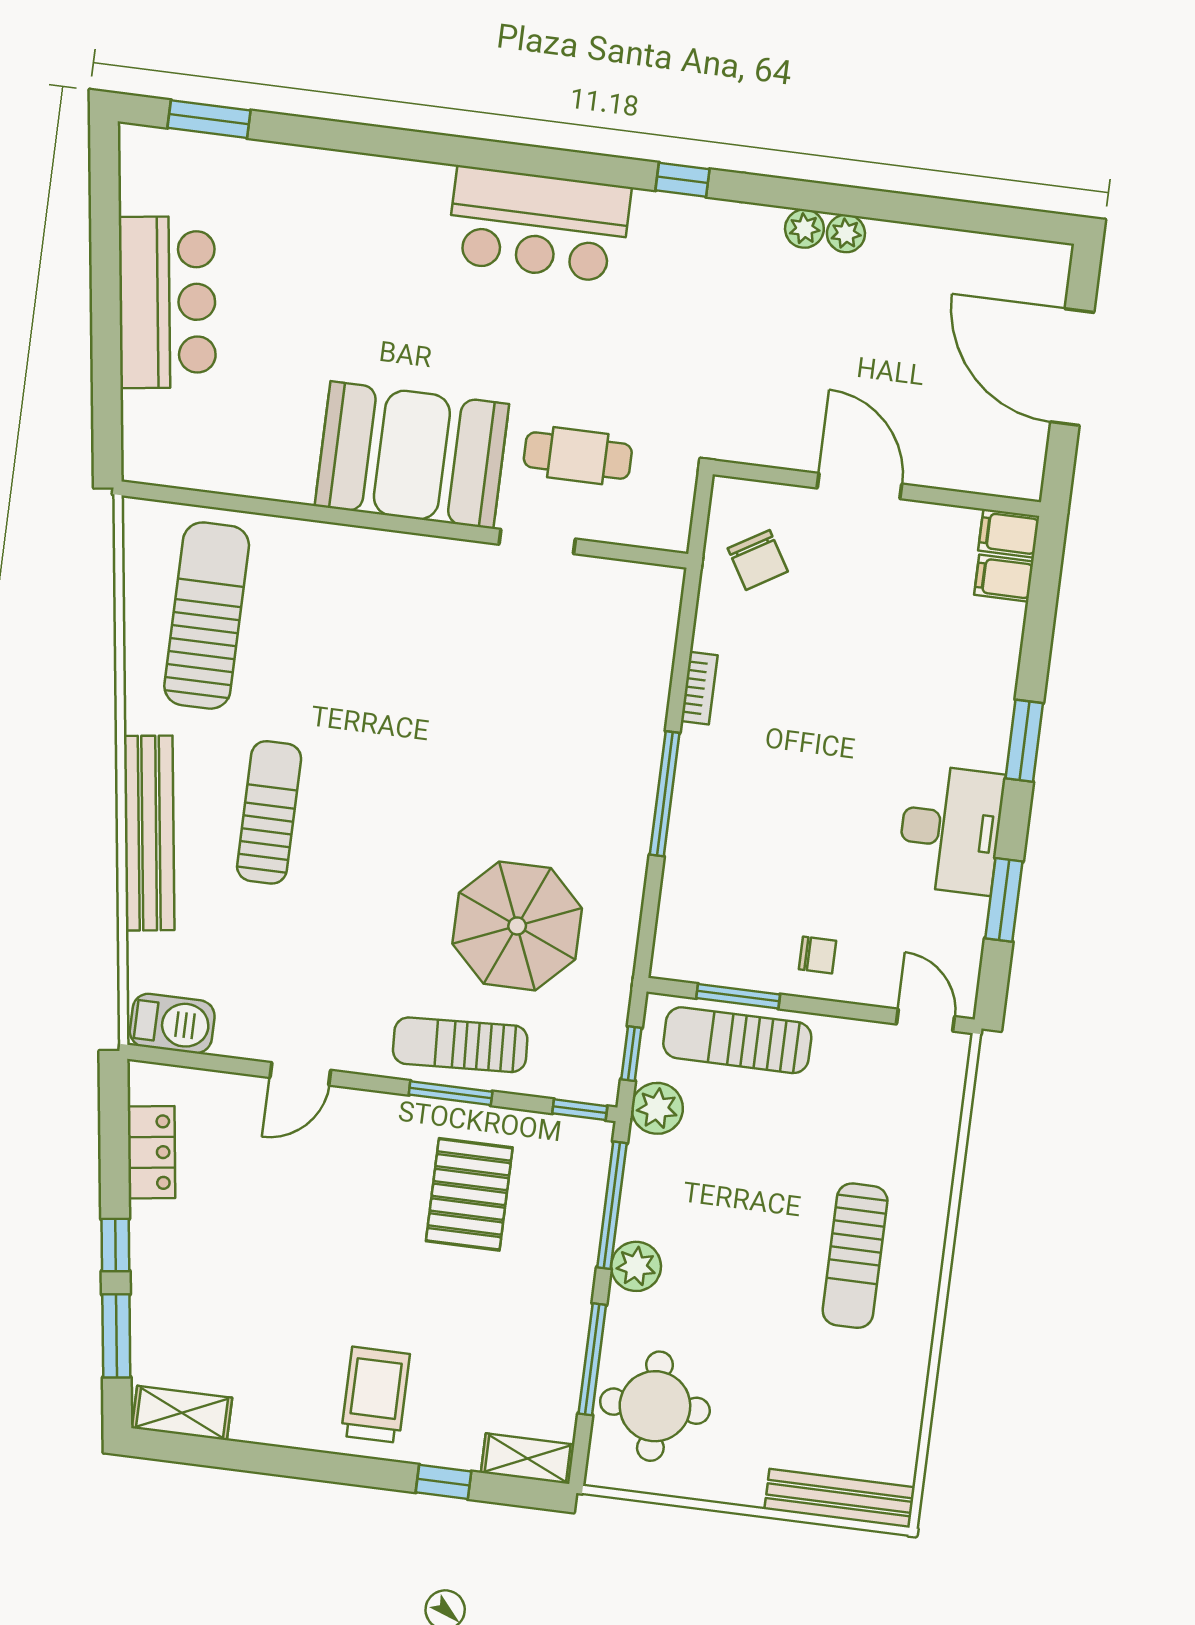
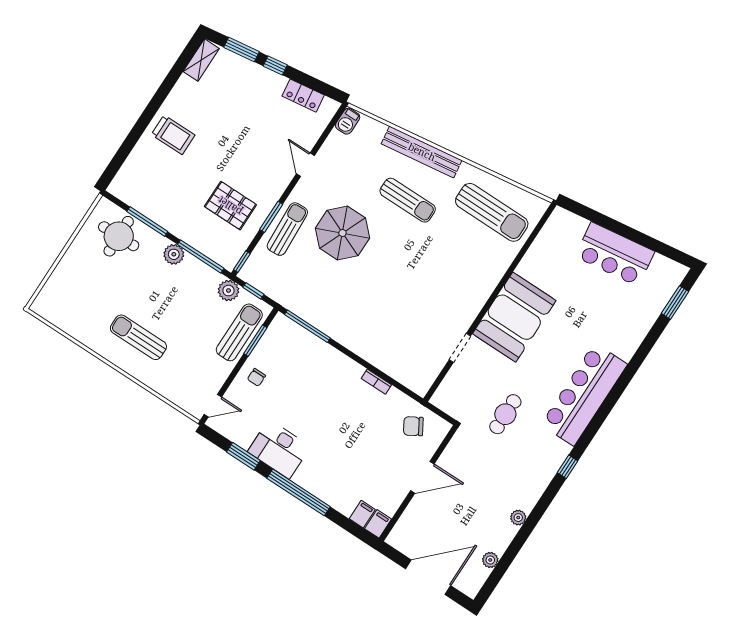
bar counter: (539, 224) -> (584, 394), width x1.36
plant: (804, 229) -> (490, 560), moved
cafe table: (578, 456) -> (505, 414), moved
window: (1024, 741) -> (299, 492), width x2.11
window: (665, 794) -> (307, 326), moved
parasol: (517, 926) -> (342, 233), moved
barbecue: (172, 1024) -> (348, 121), width x0.73, depth x0.79
shelving: (528, 1459) -> (122, 180), removed
window: (443, 1482) -> (129, 144), removed
bench: (840, 1498) -> (51, 288), removed

